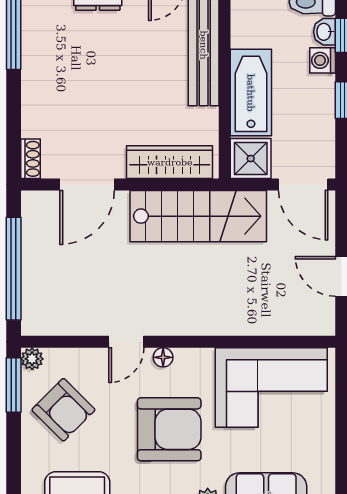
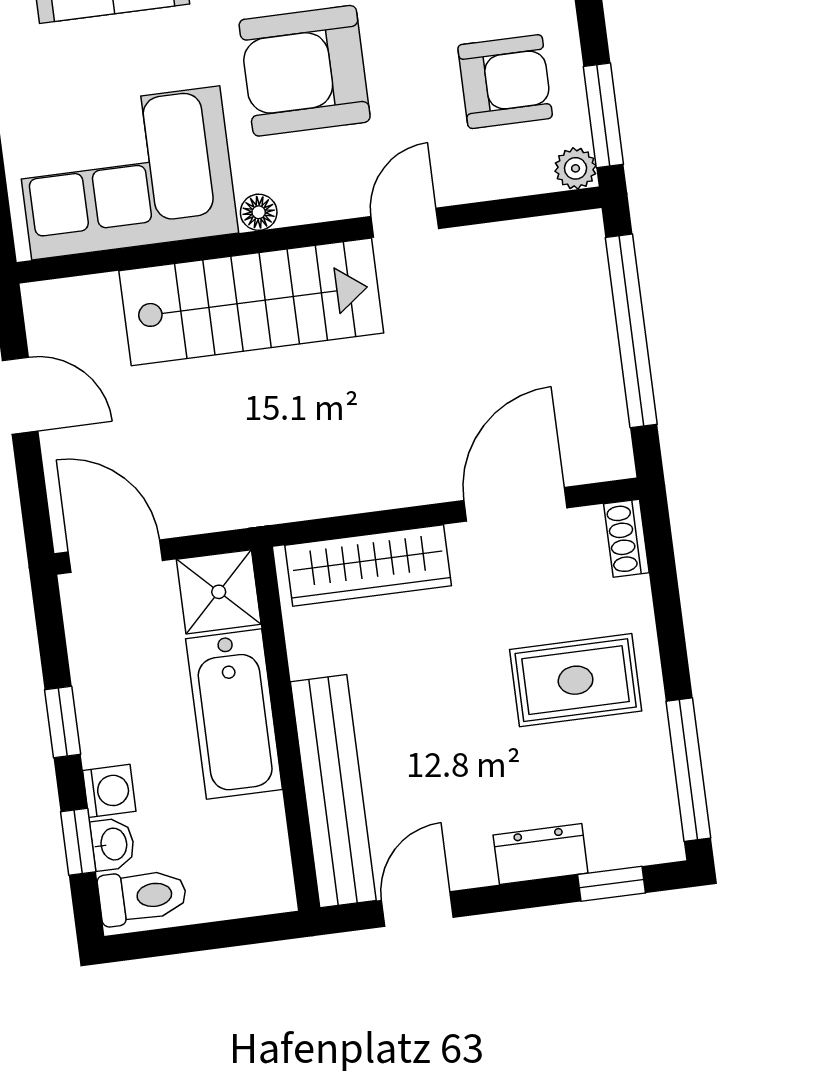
rug: (67, 87) -> (576, 680), added
stairs: (198, 216) -> (251, 302), moved, turned 180
floor lamp: (163, 357) -> (259, 212), moved
armchair: (63, 410) -> (505, 82), turned 135

